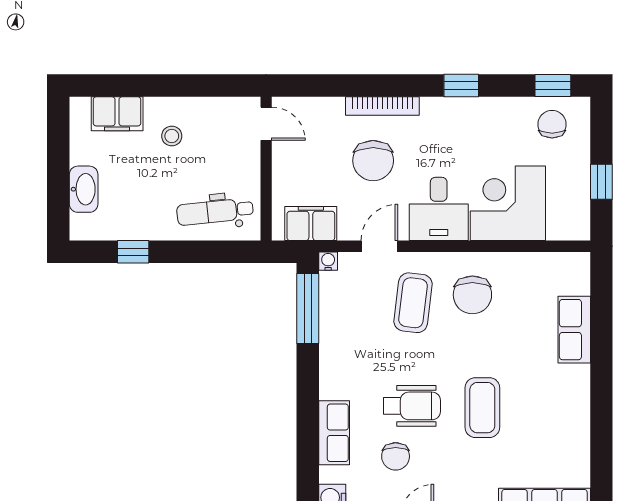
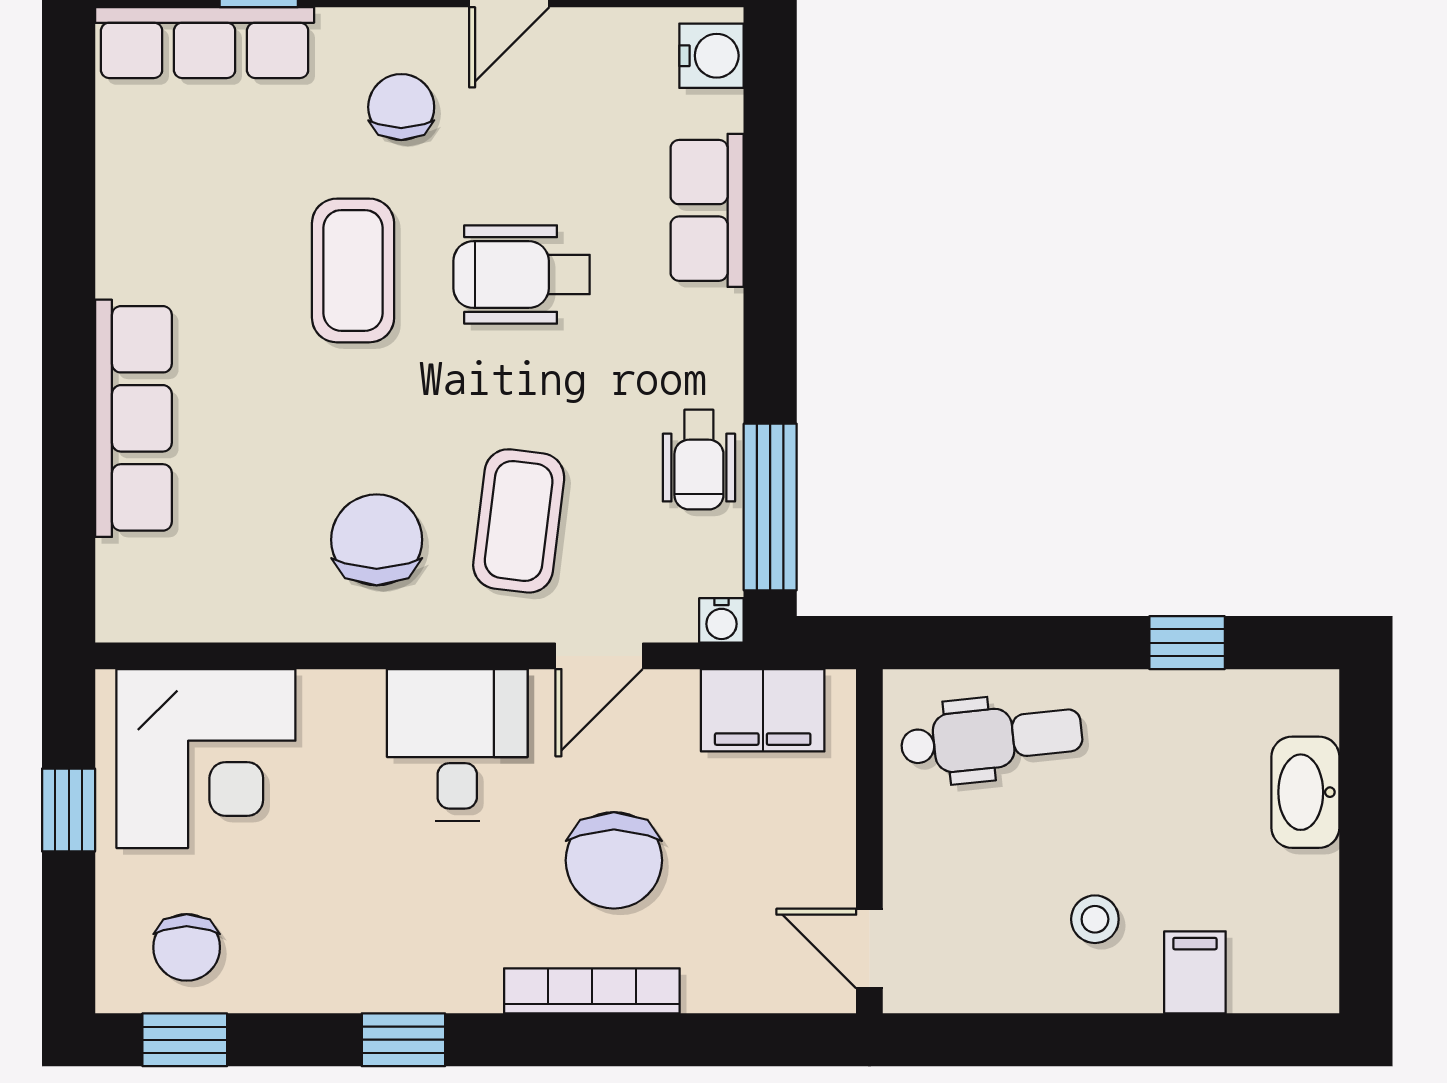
filing cabinet: (117, 114) -> (1195, 972), width x0.50
chair: (373, 161) -> (614, 860), turned 180
corner desk: (508, 203) -> (206, 759), moved
wheelchair: (338, 328) -> (699, 460), added
row of seats: (574, 330) -> (133, 418), width x1.48
chair: (396, 456) -> (401, 107), moved

